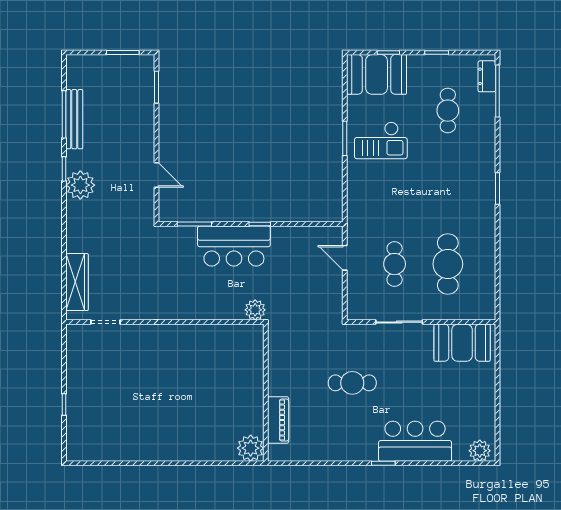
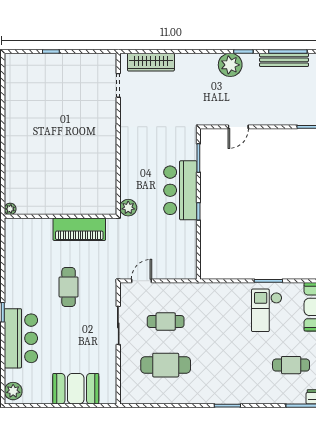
door: (345, 258) -> (141, 281), moved
booth: (462, 343) -> (76, 389), moved, turned 90
piano: (278, 420) -> (79, 229), moved, width x1.37, depth x1.33
plant: (251, 448) -> (10, 209), width x0.53, depth x0.53

